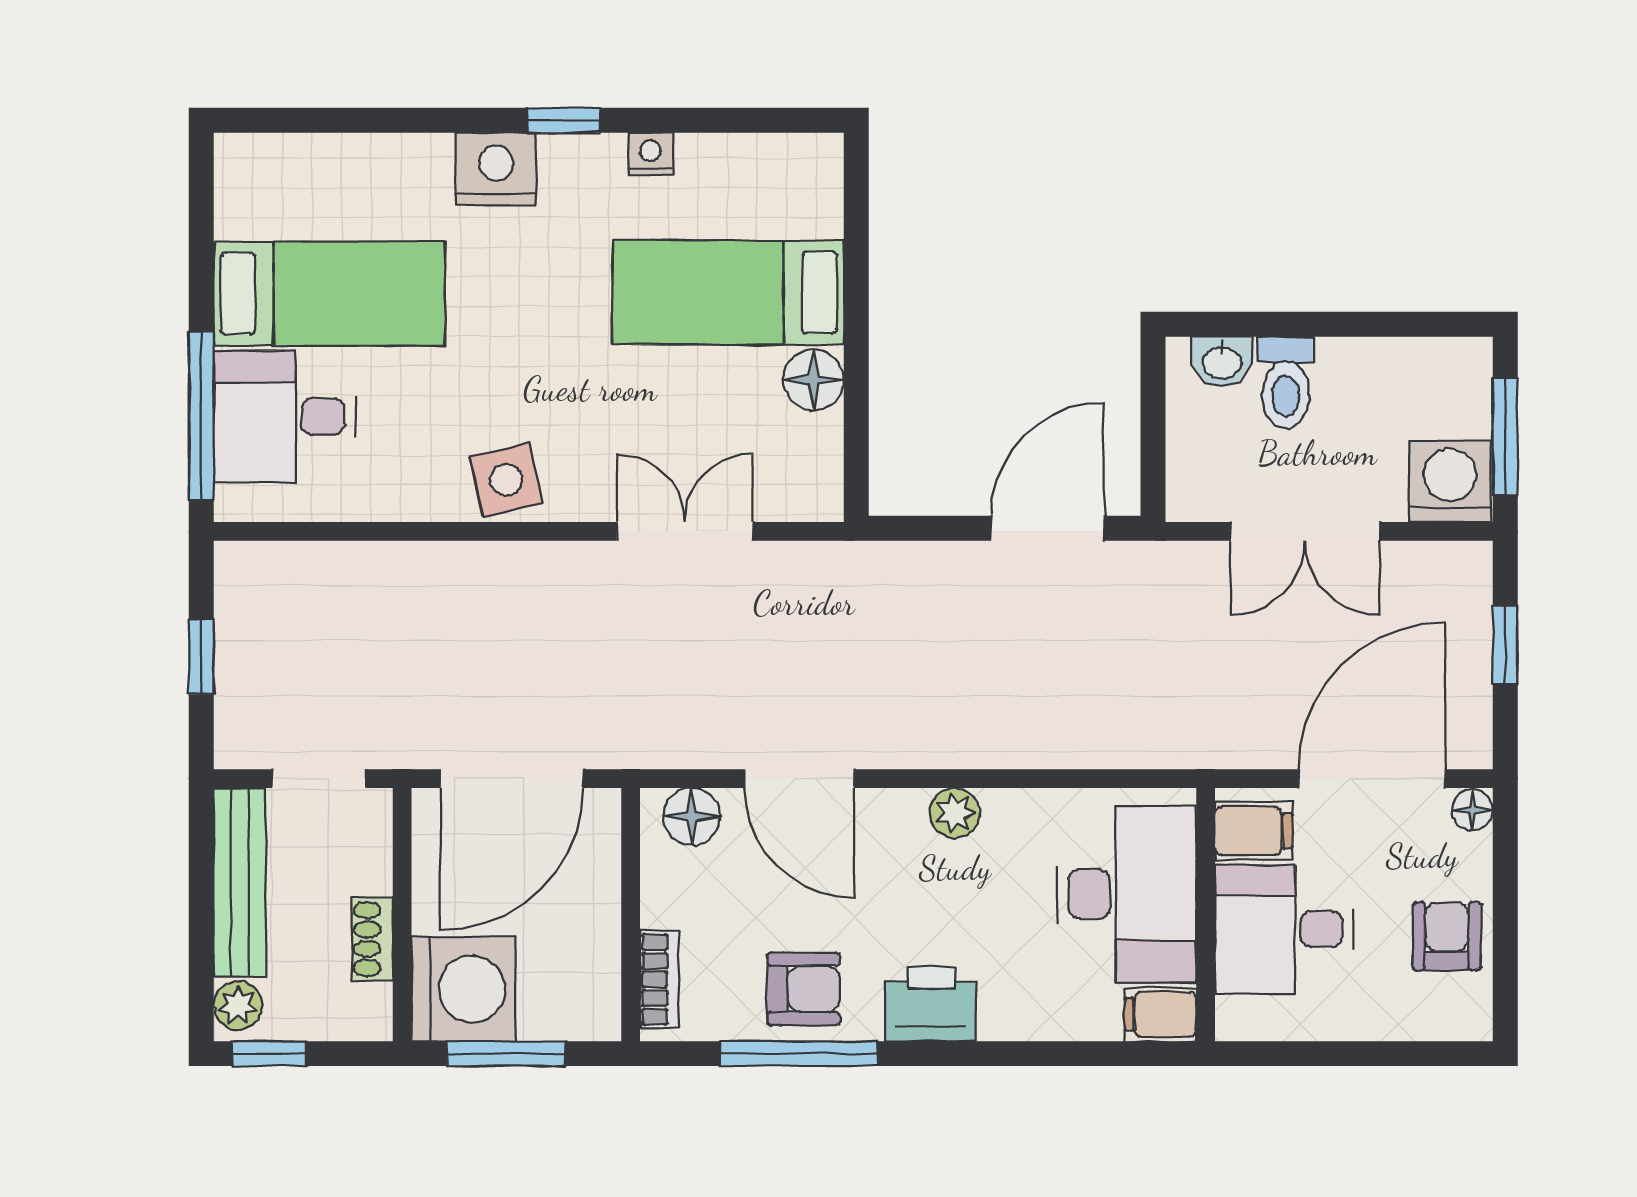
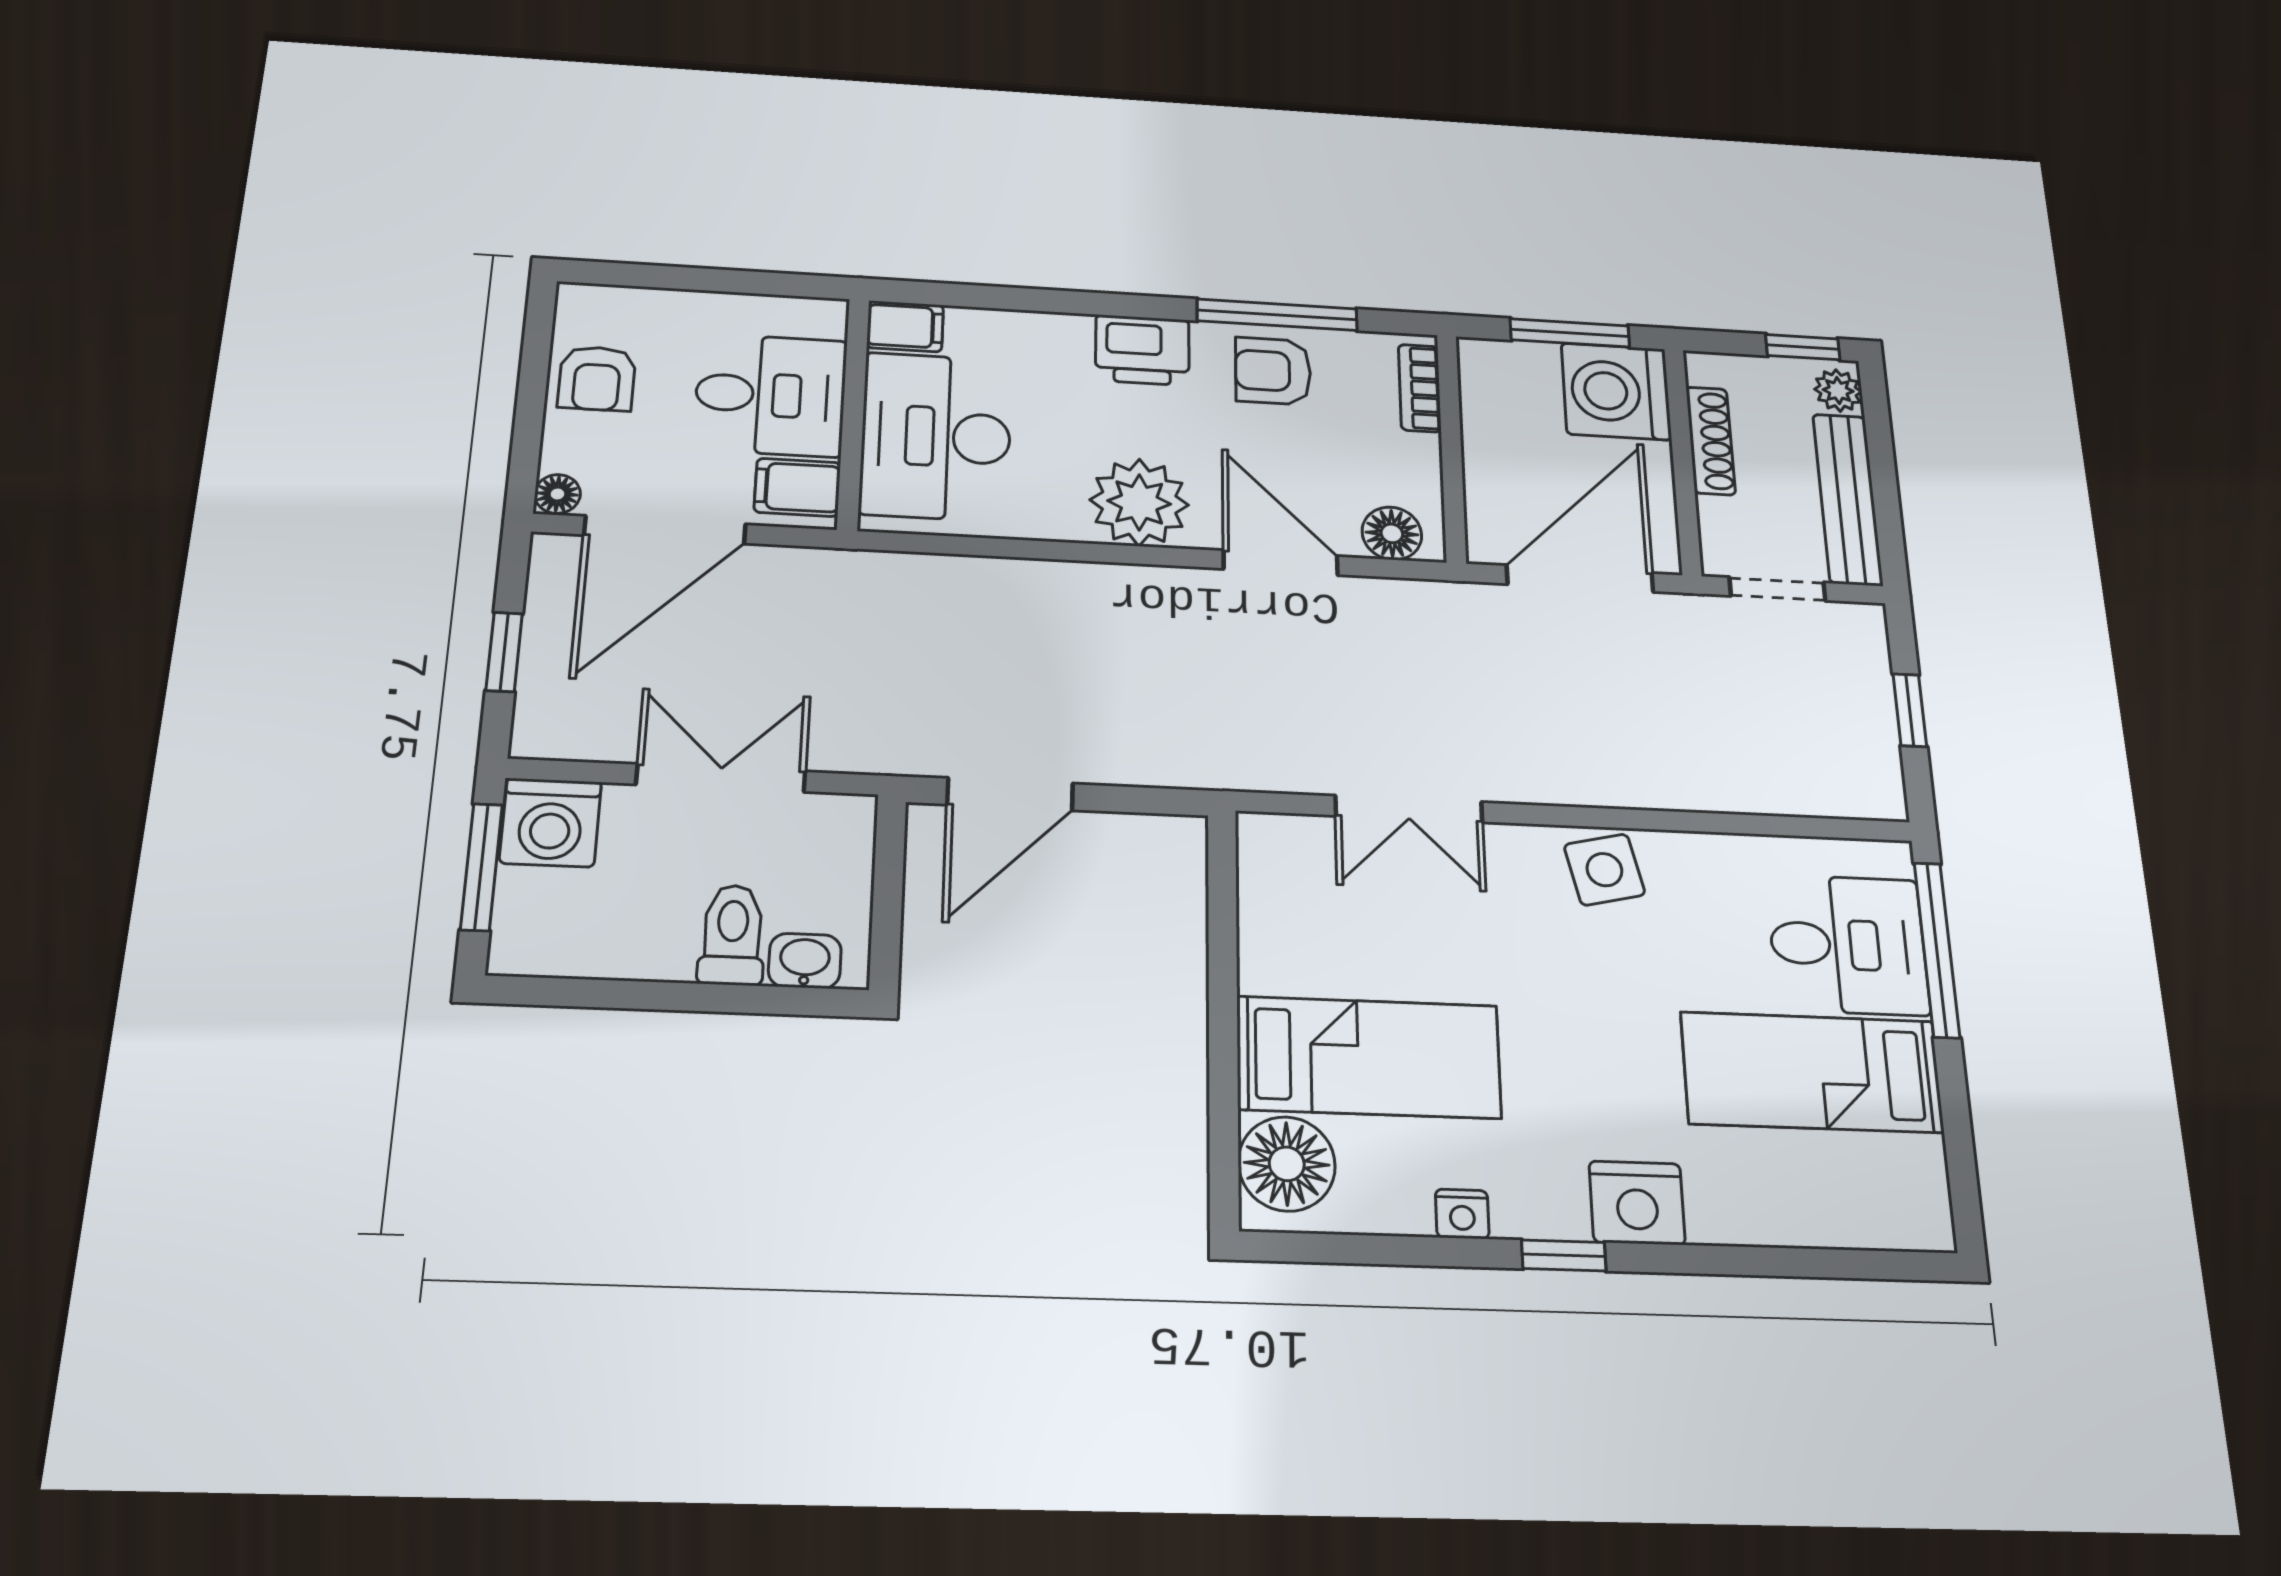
floor lamp: (813, 380) -> (1287, 1164), moved, width x1.38, depth x1.38
plant: (955, 813) -> (1139, 502), width x1.88, depth x1.88
shoe rack: (372, 939) -> (1711, 441), width x1.43

